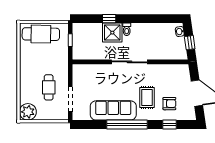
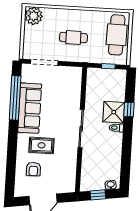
cafe table: (49, 87) -> (73, 38), moved
window: (127, 124) -> (15, 98), moved
window: (170, 124) -> (11, 168), removed

